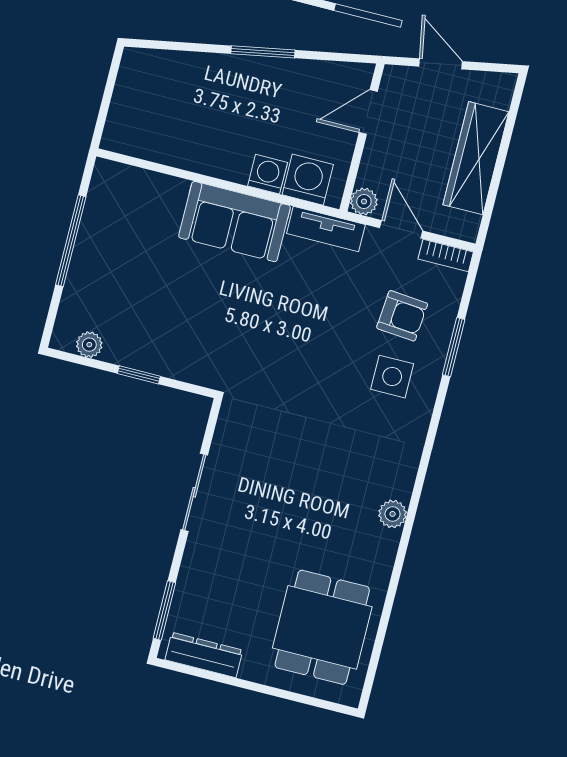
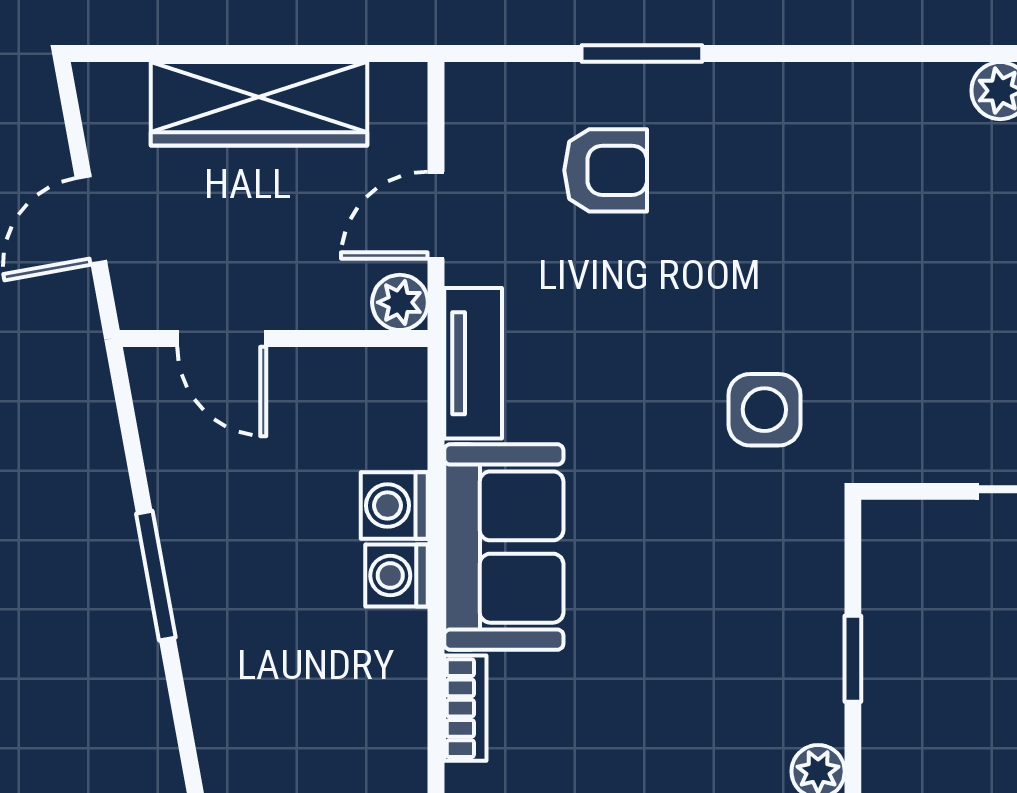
washing machine: (308, 180) -> (396, 576), moved, width x0.73, depth x0.73
bookcase: (446, 255) -> (465, 708), moved
armchair: (402, 316) -> (606, 170), turned 85
side table: (392, 377) -> (764, 410), moved

